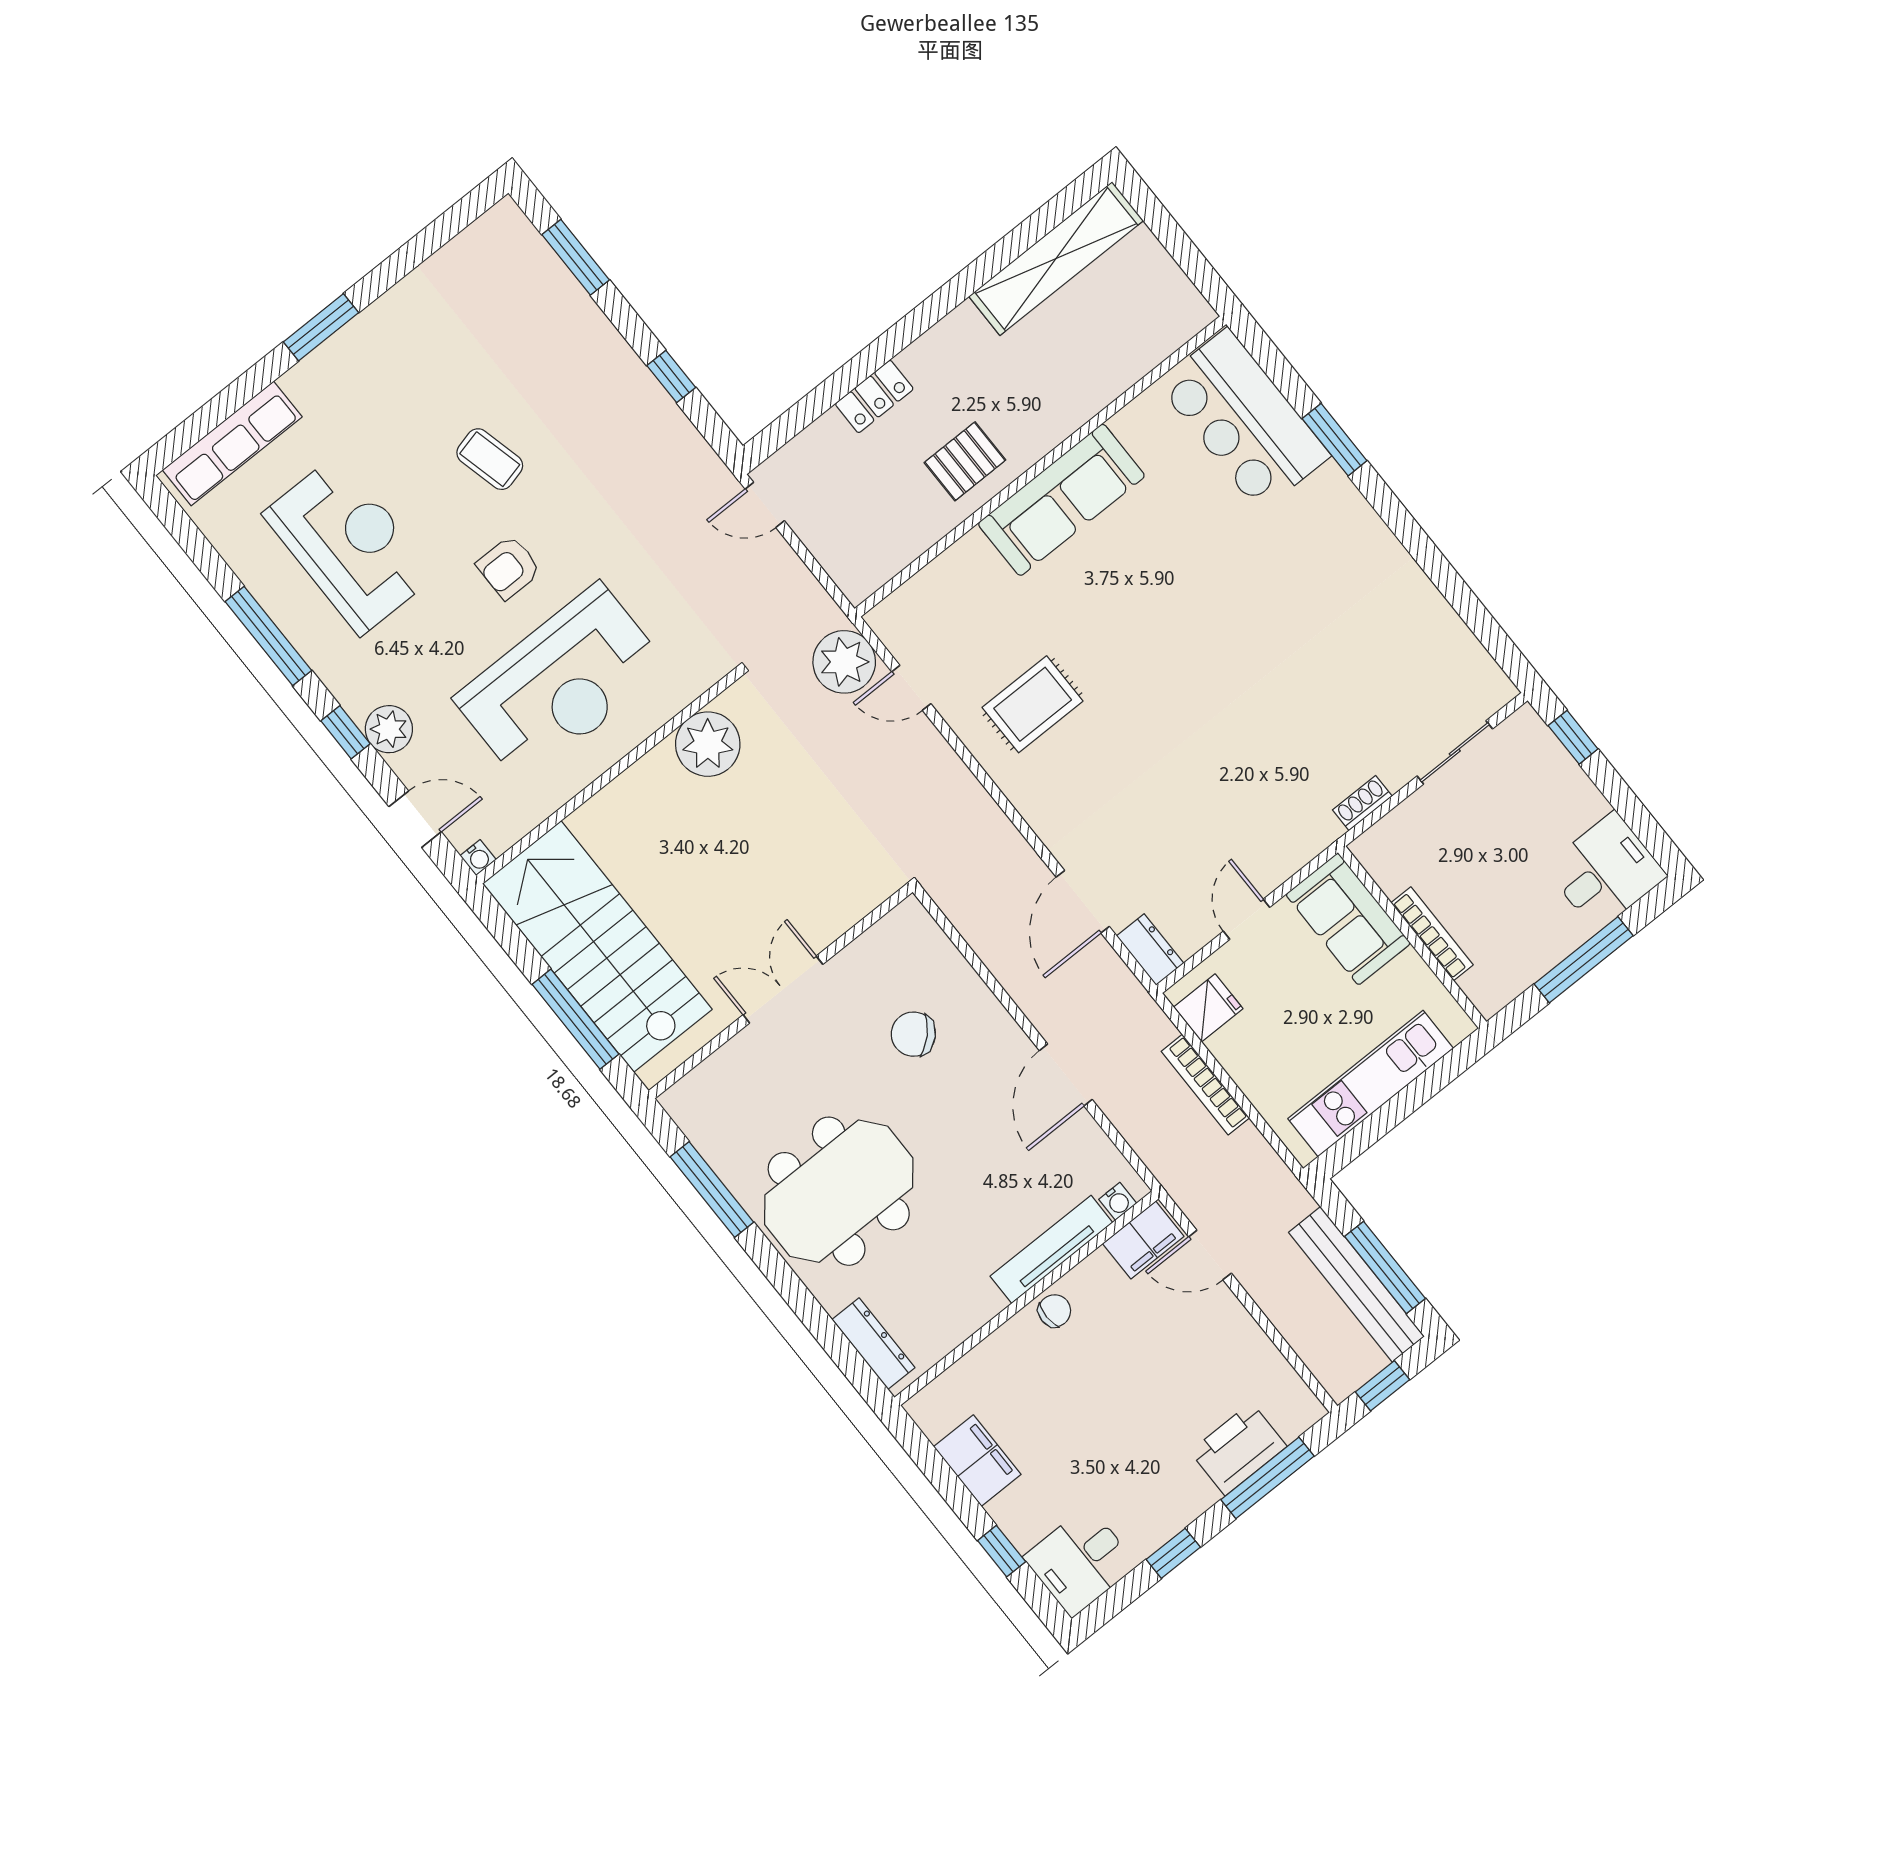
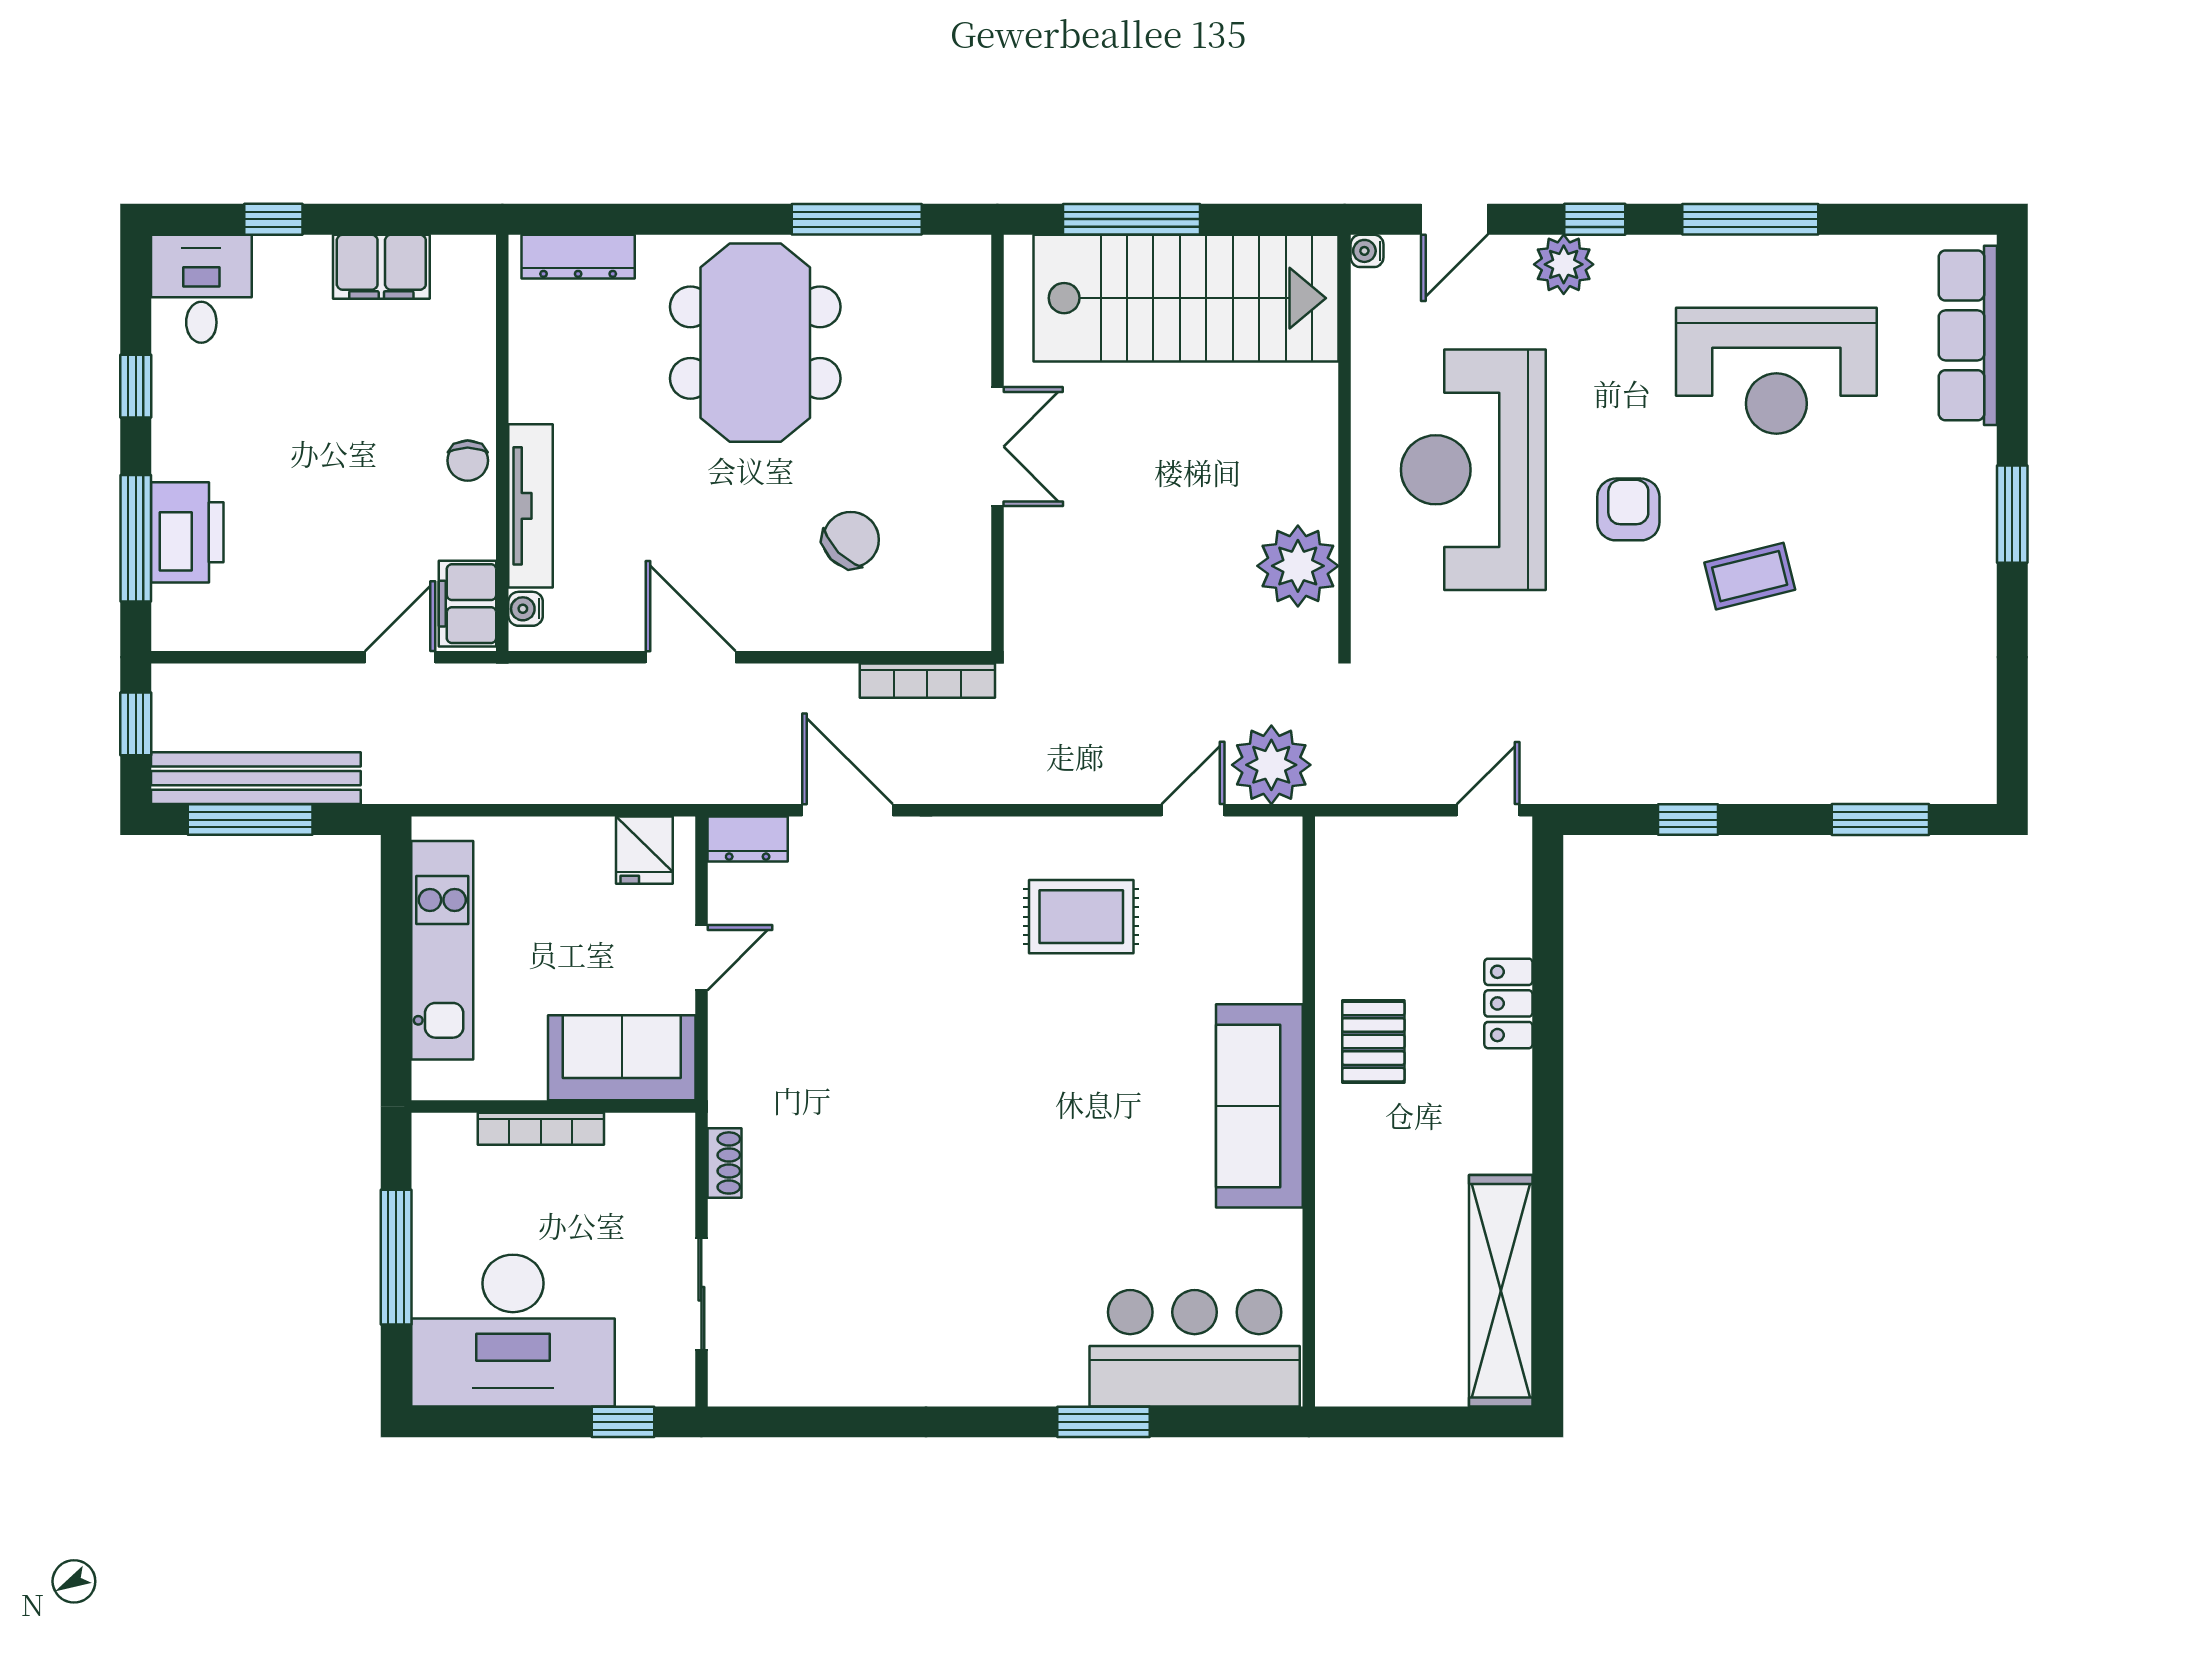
rug: (1033, 704) -> (1081, 917), turned 90
desk: (1605, 871) -> (513, 1331), width x1.87, depth x1.30
door: (1247, 919) -> (701, 958), hinge flipped
bookcase: (1205, 1085) -> (927, 681), moved, turned 180

